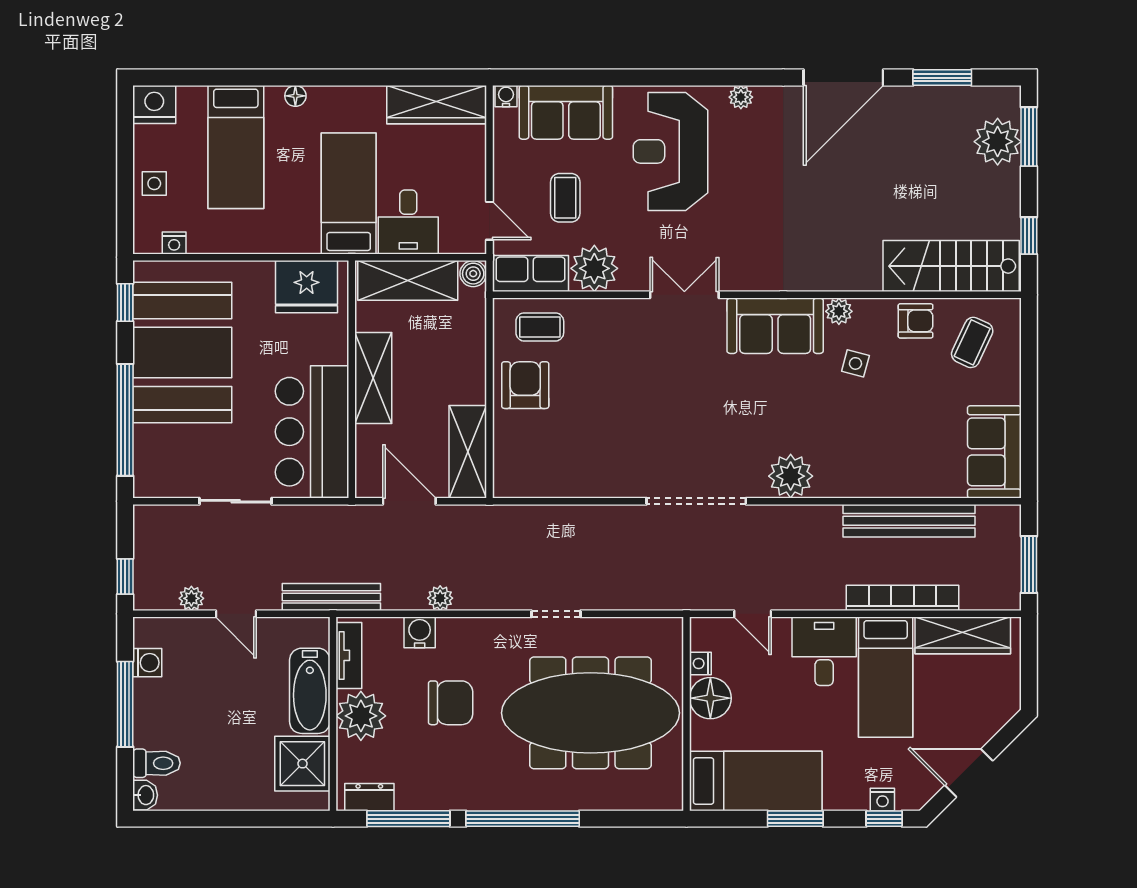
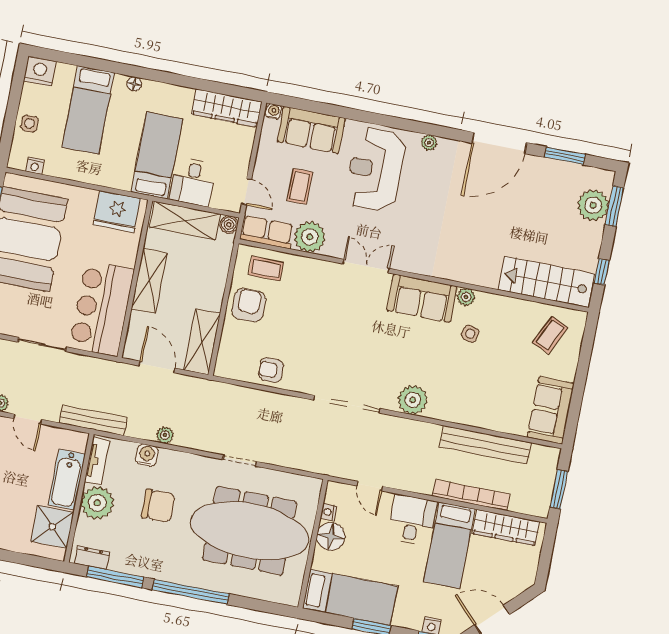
armchair: (916, 321) -> (271, 370), moved, turned 180

